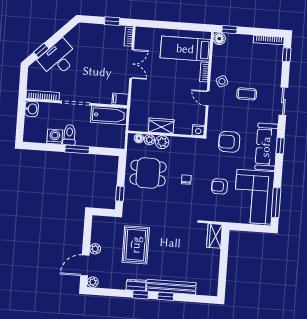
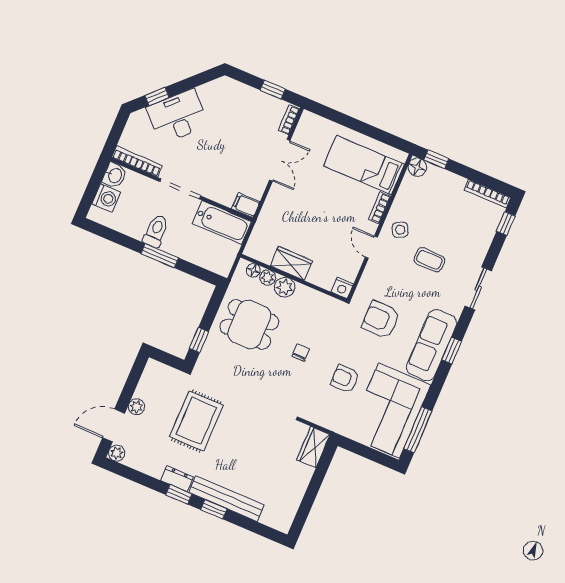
washing machine: (55, 137) -> (106, 198), moved, turned 90

